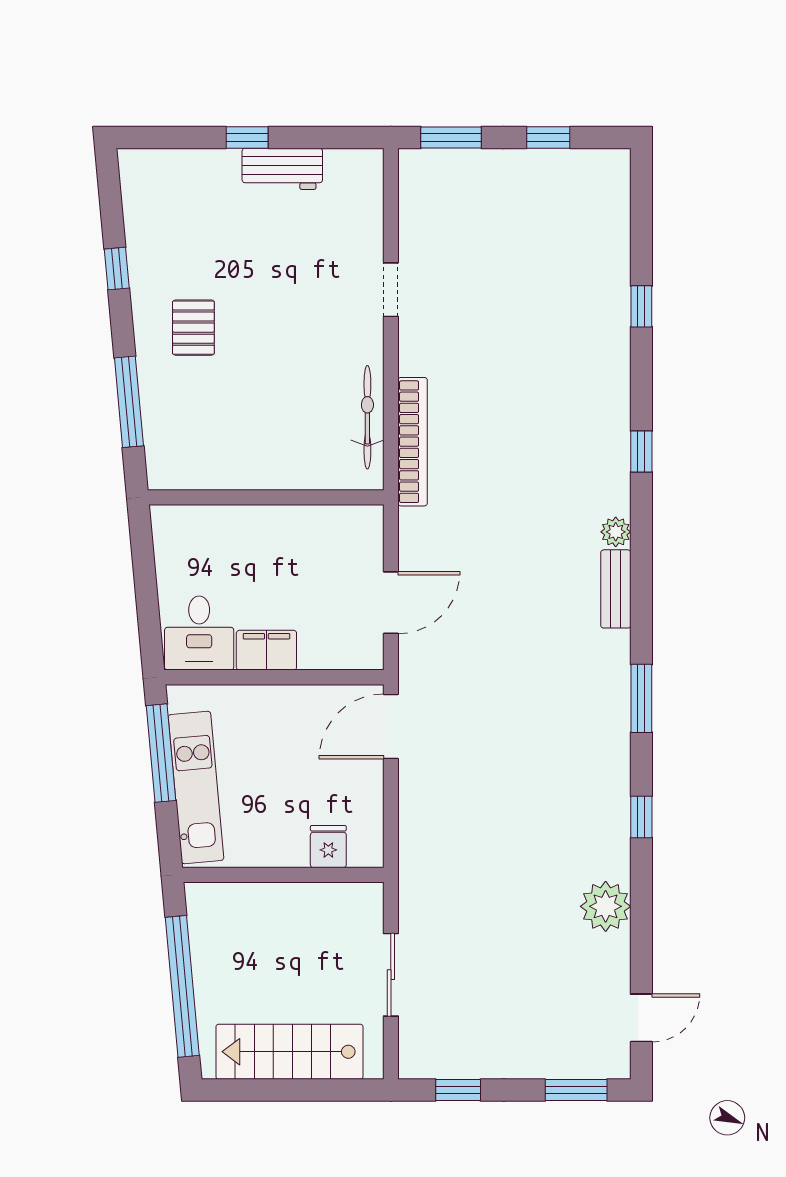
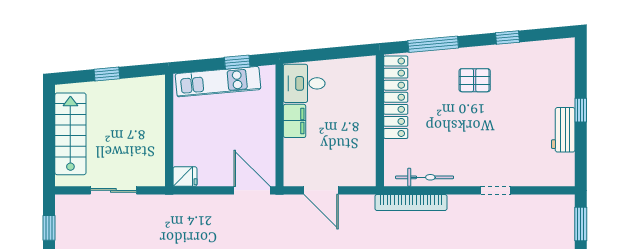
locker: (224, 469) -> (396, 97), added
window: (161, 753) -> (237, 62), width x0.46
fridge: (328, 847) -> (185, 177), moved
window: (182, 986) -> (107, 74), width x0.32

